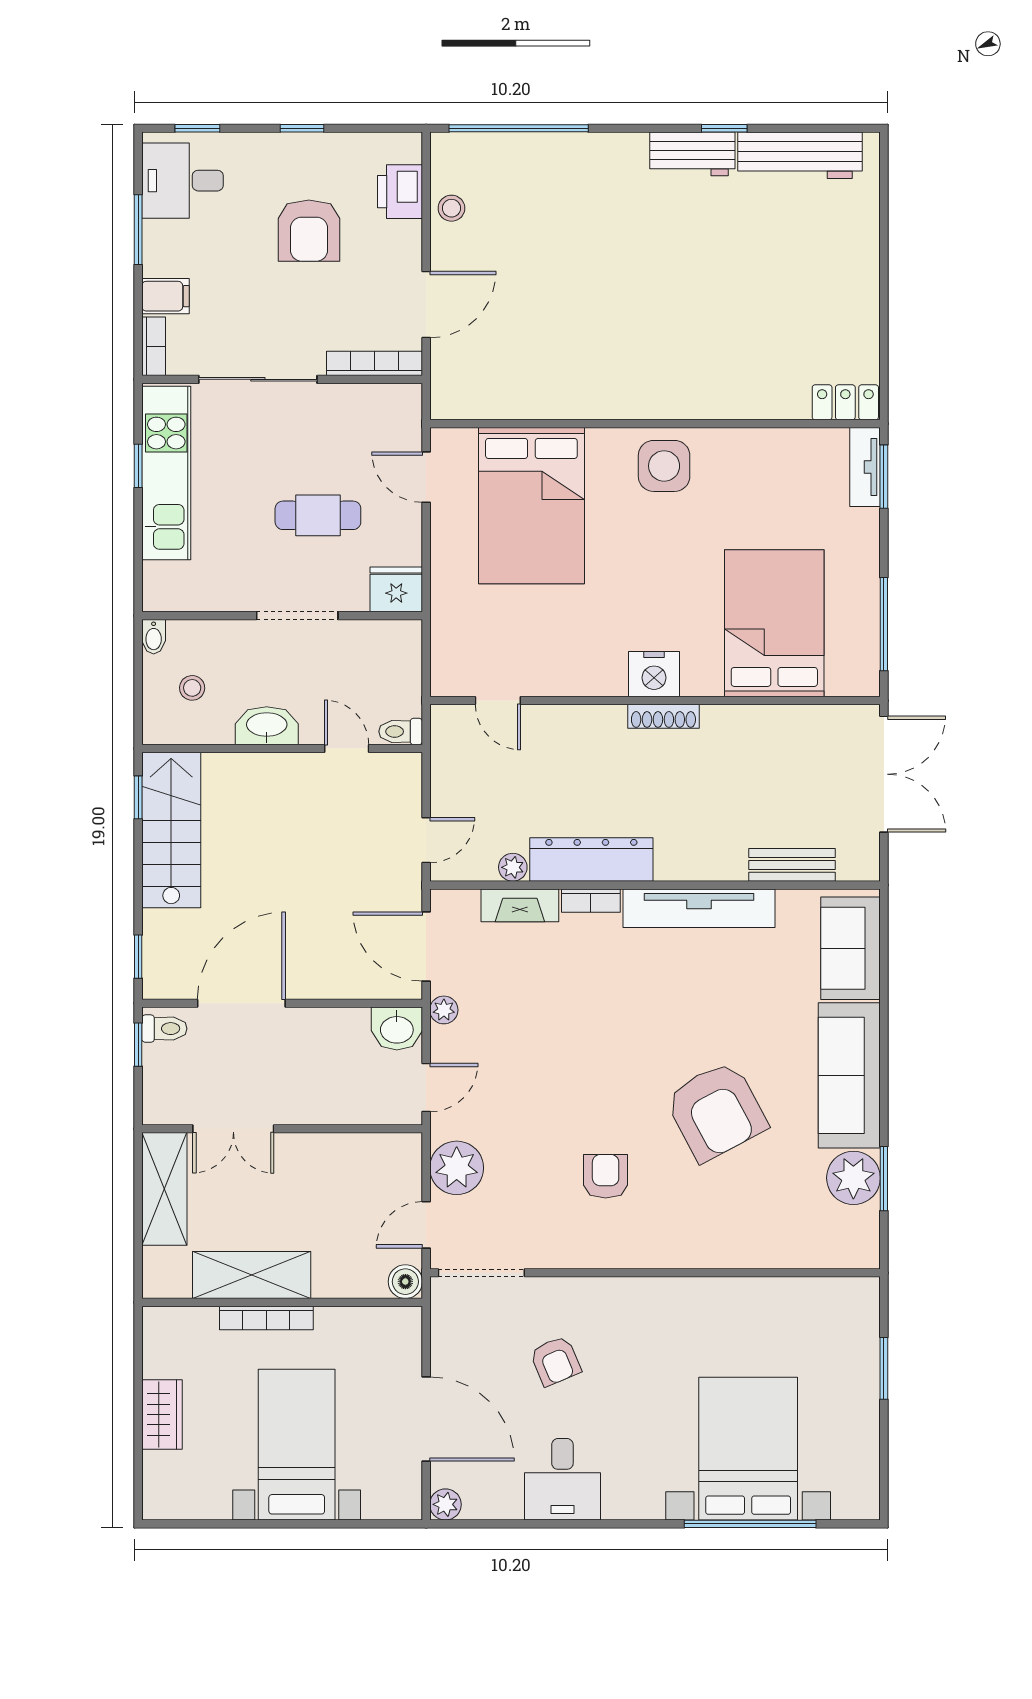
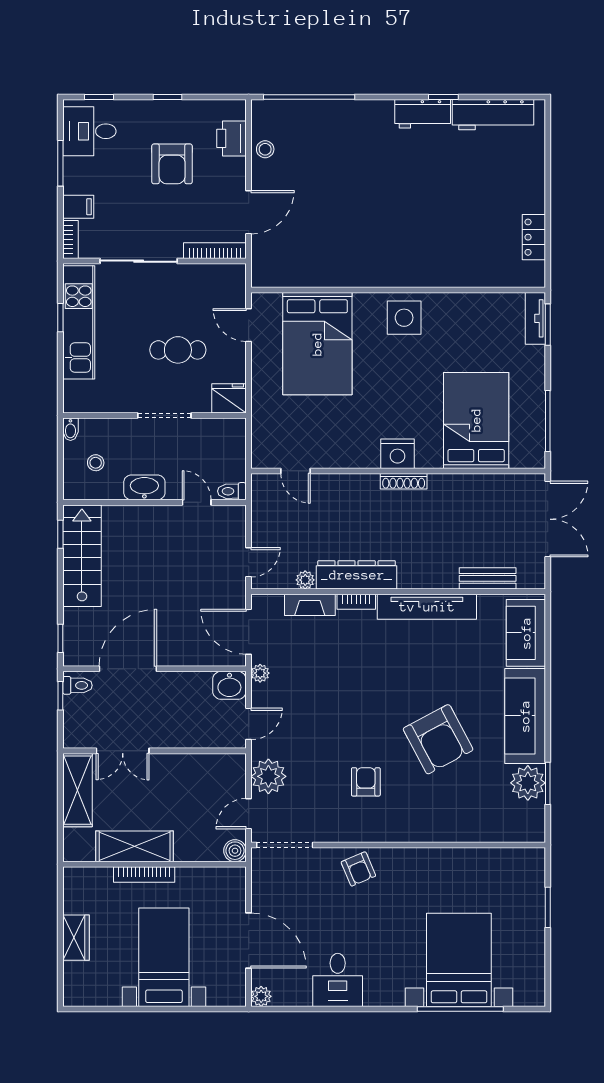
locker: (845, 402) -> (534, 237), moved, turned -90
armchair: (555, 1361) -> (358, 869), moved

